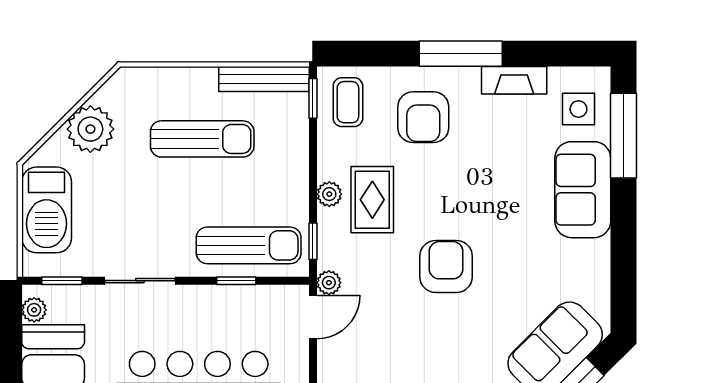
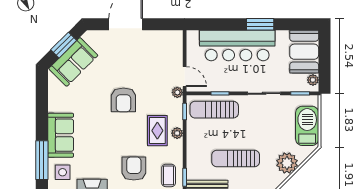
door: (313, 317) -> (185, 77), swing flipped

